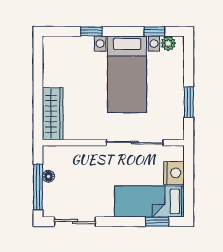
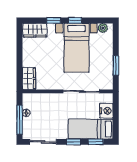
window: (154, 31) -> (75, 20), moved
wardrobe: (62, 47) -> (35, 30), added
wardrobe: (53, 114) -> (29, 79), width x0.67
window: (123, 222) -> (74, 142), added

